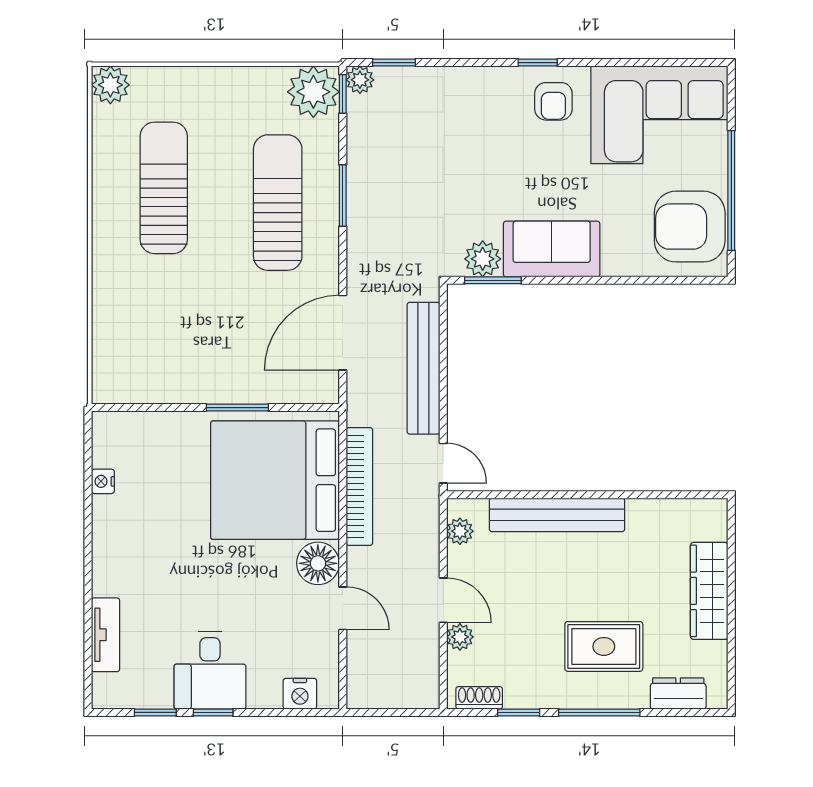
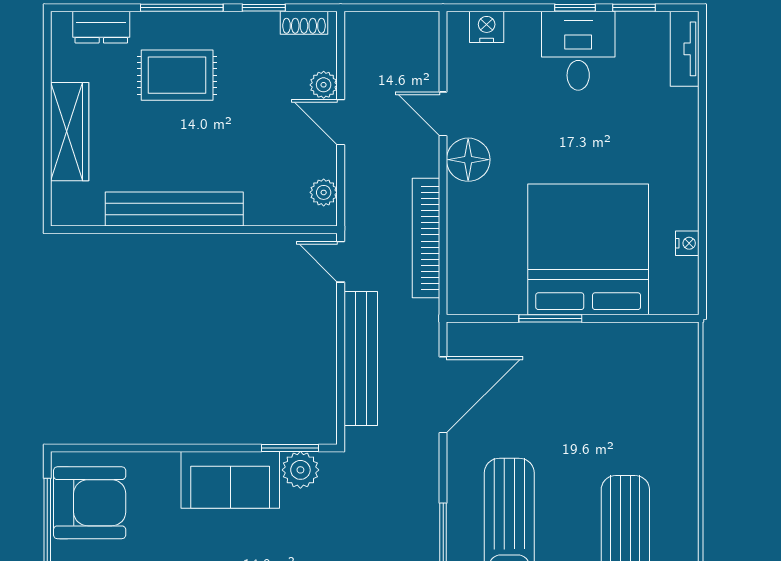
bed: (275, 480) -> (588, 249), moved, turned -90
bench: (557, 515) -> (174, 209), moved
tv unit: (105, 635) -> (685, 49), moved

